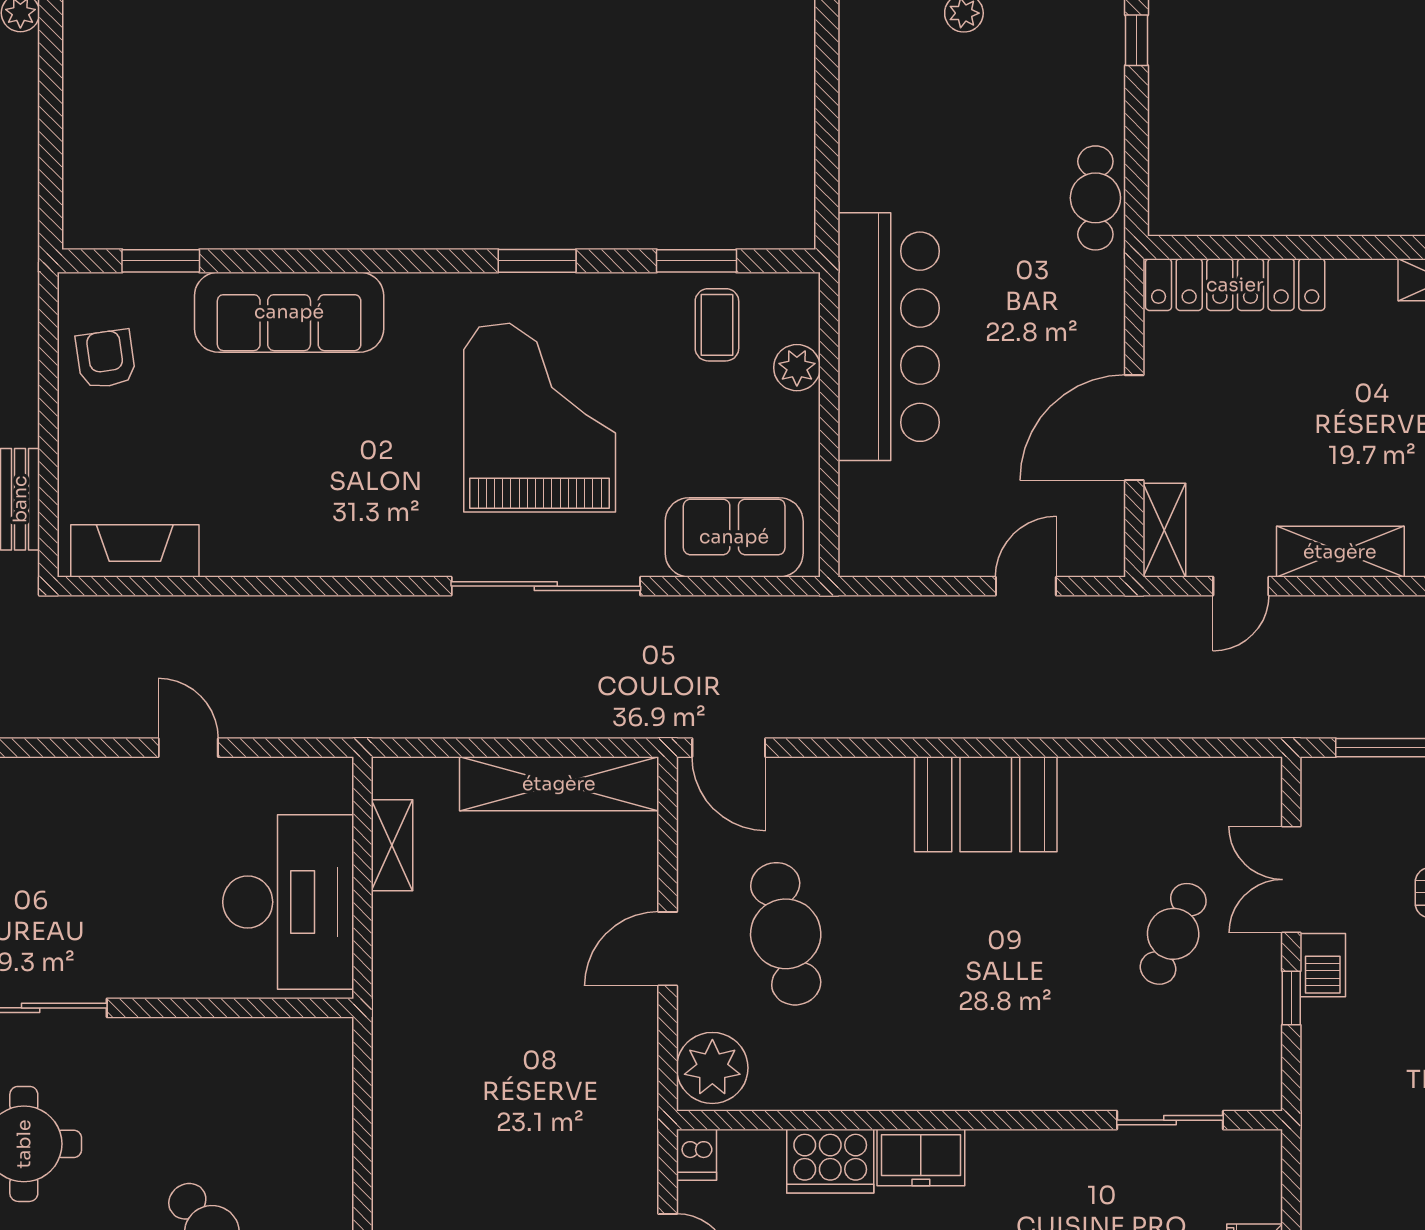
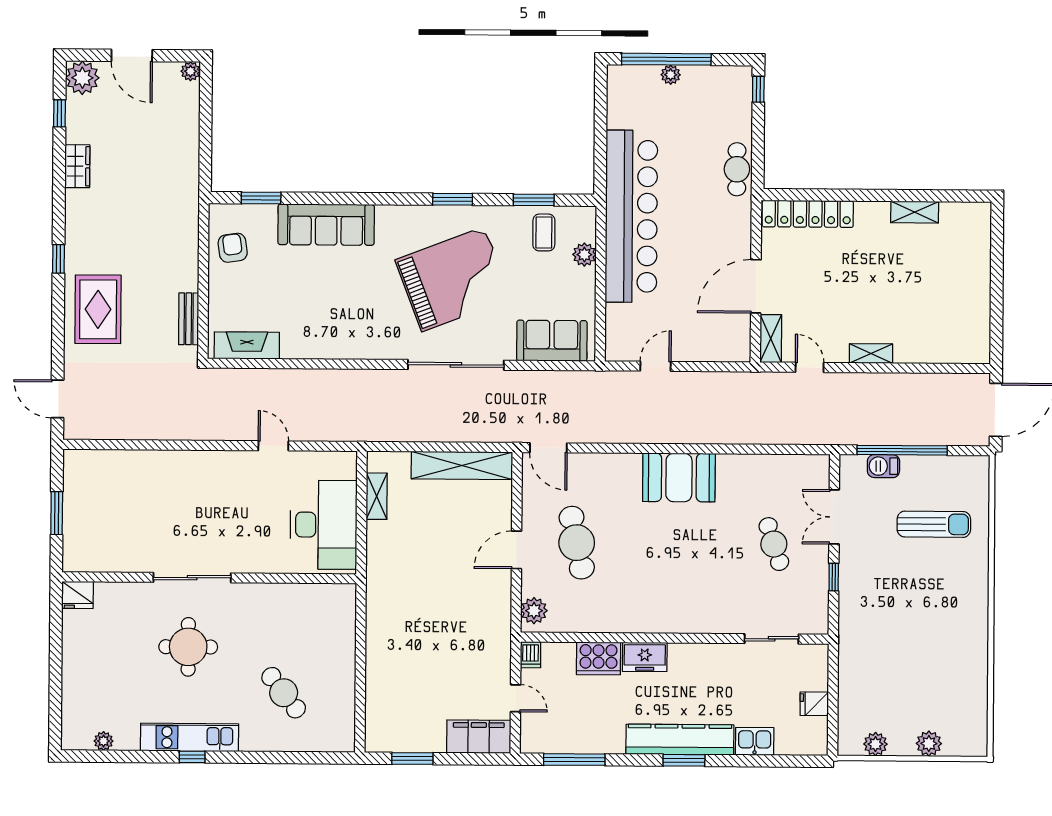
bar counter: (889, 337) -> (631, 216), width x1.36
grand piano: (540, 418) -> (453, 279), turned 69
shelving: (1340, 552) -> (871, 353), width x0.67, depth x0.75
door: (1026, 586) -> (655, 366), moved
door: (1241, 586) -> (810, 367), swing flipped
cafe table: (1173, 934) -> (774, 544), turned -42
barbecue: (1323, 965) -> (883, 466), moved, turned 90
plant: (712, 1068) -> (534, 611), width x0.73, depth x0.73

